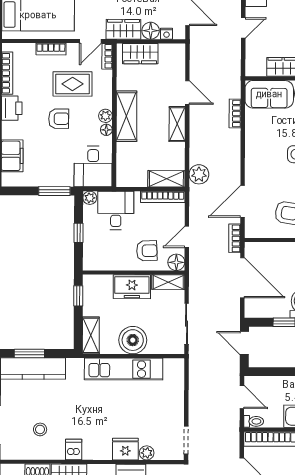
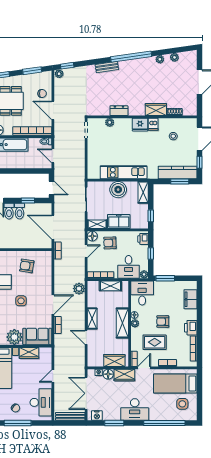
shelving: (166, 179) -> (110, 286), moved
door: (243, 201) -> (53, 305), moved
printer: (91, 257) -> (143, 239), added
fridge: (125, 449) -> (140, 125), moved

